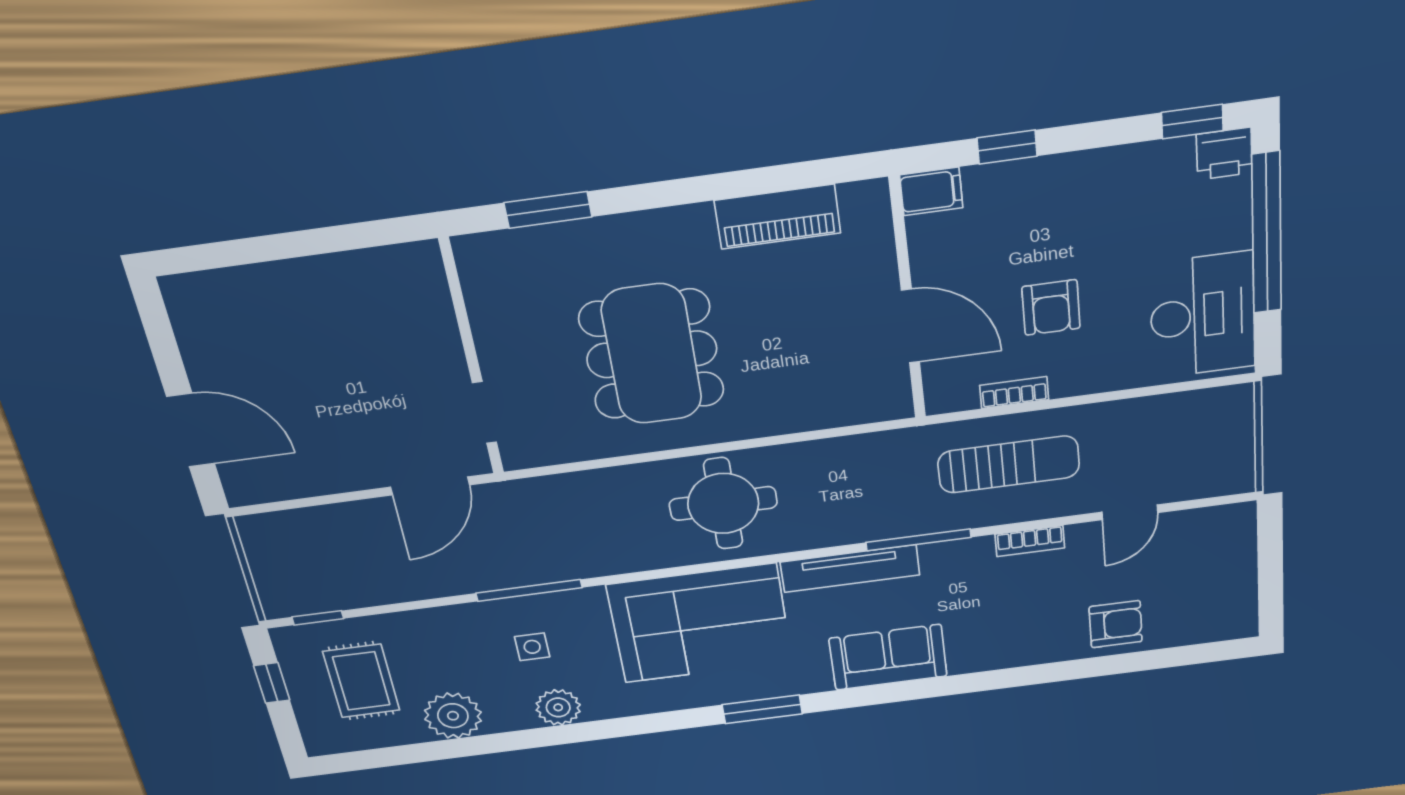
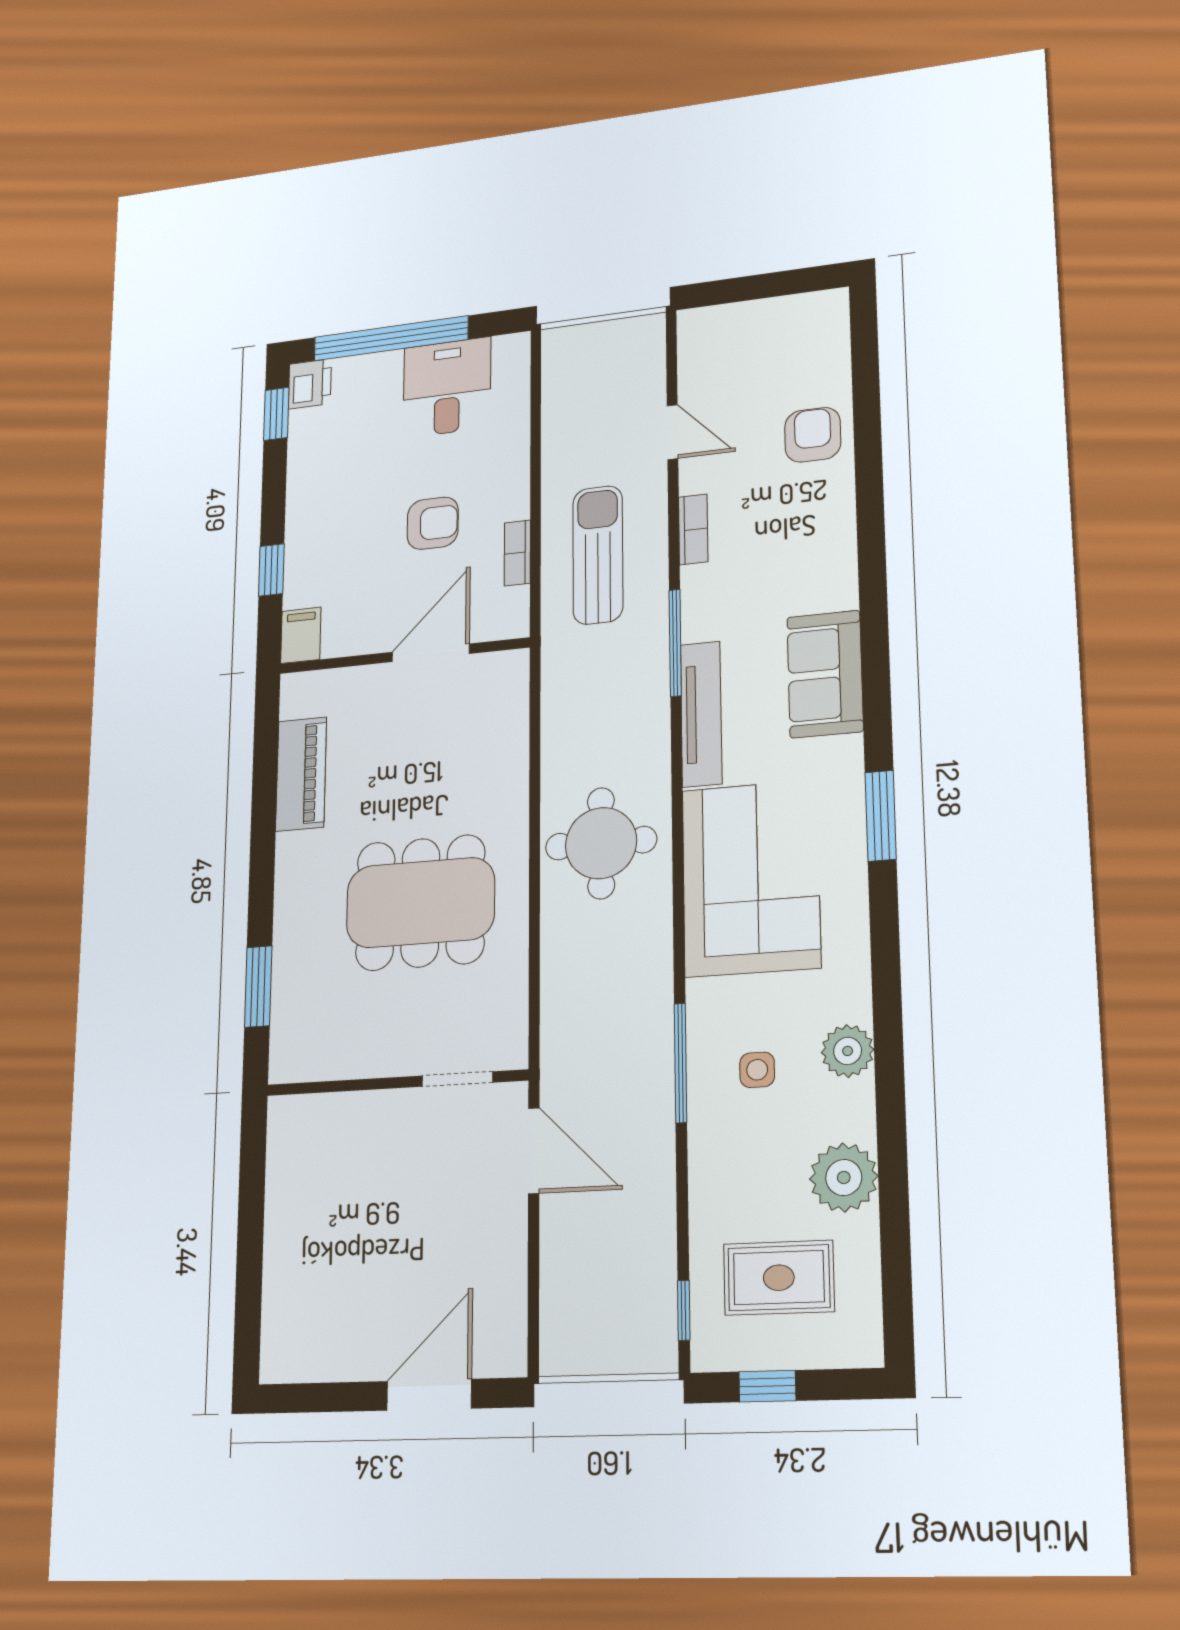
desk: (1203, 315) -> (447, 387), width x0.73

